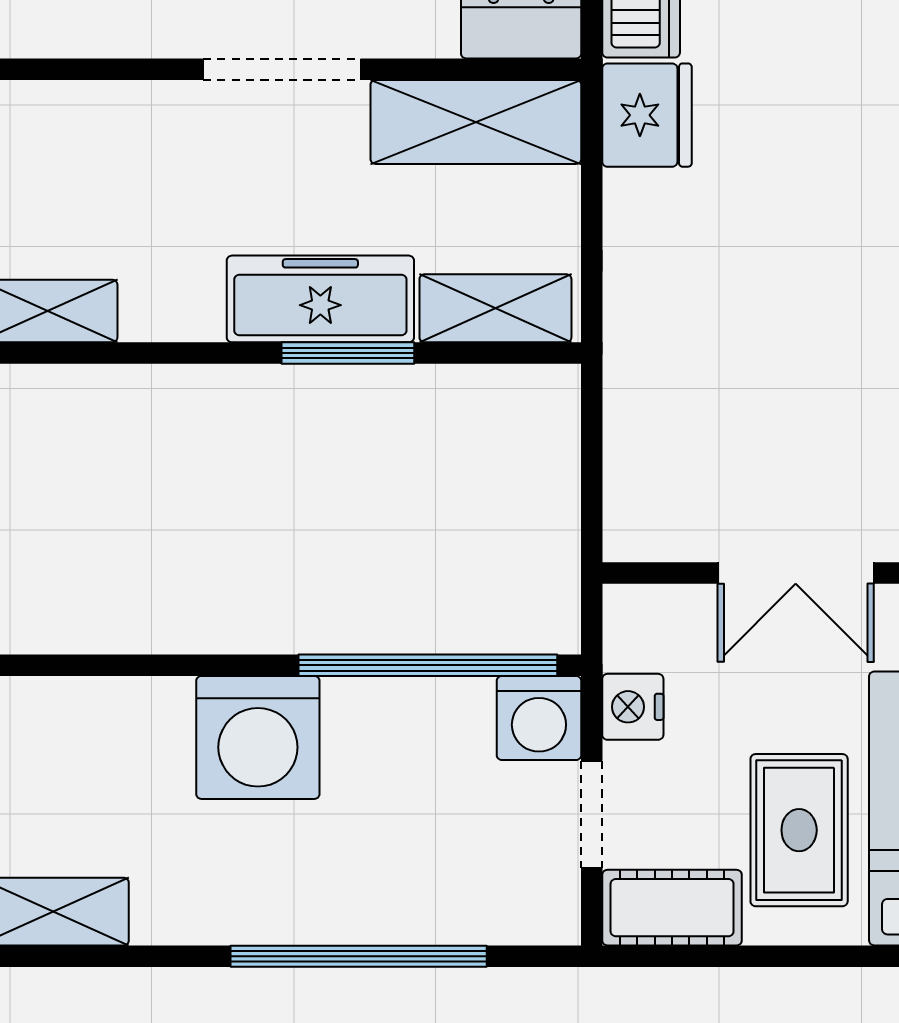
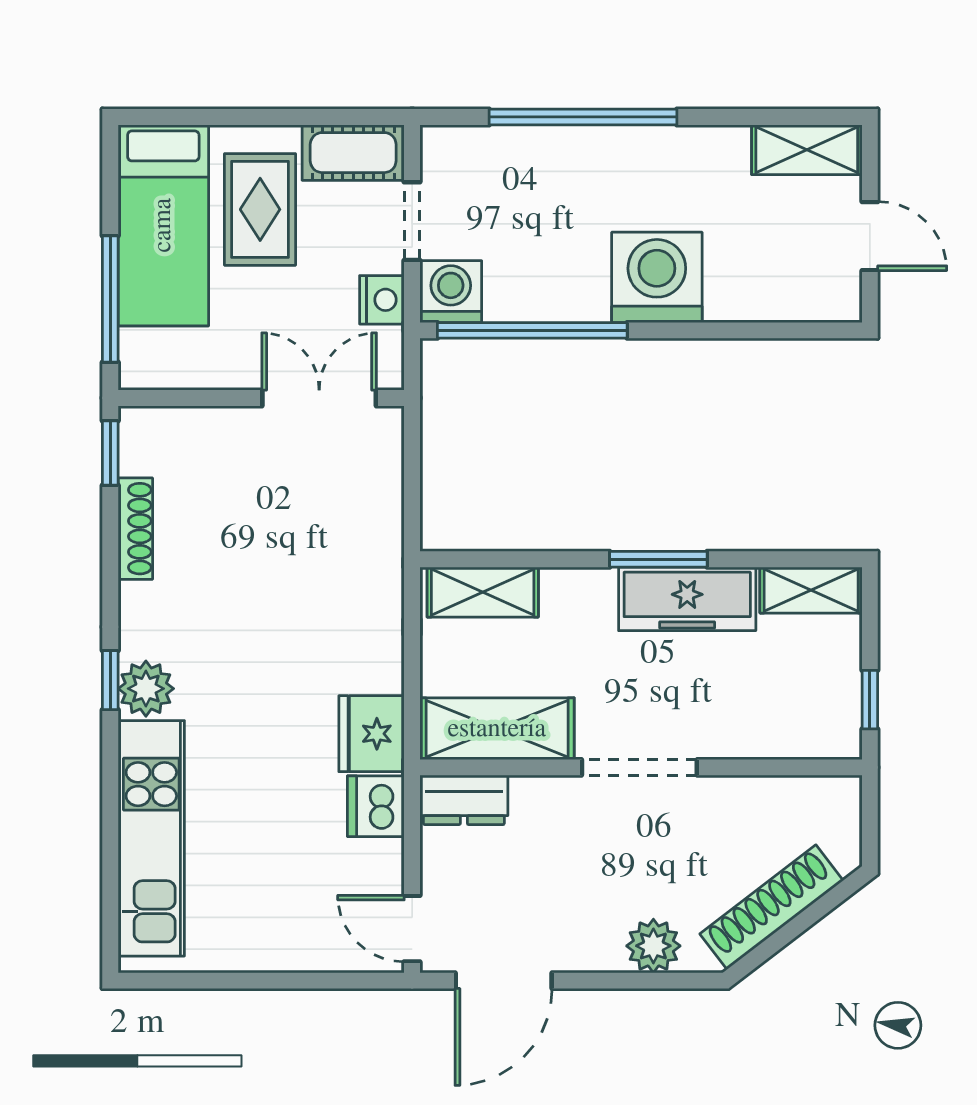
freezer: (320, 299) -> (687, 599), moved
window: (348, 353) -> (658, 559), moved
double door: (796, 573) -> (319, 398), moved

